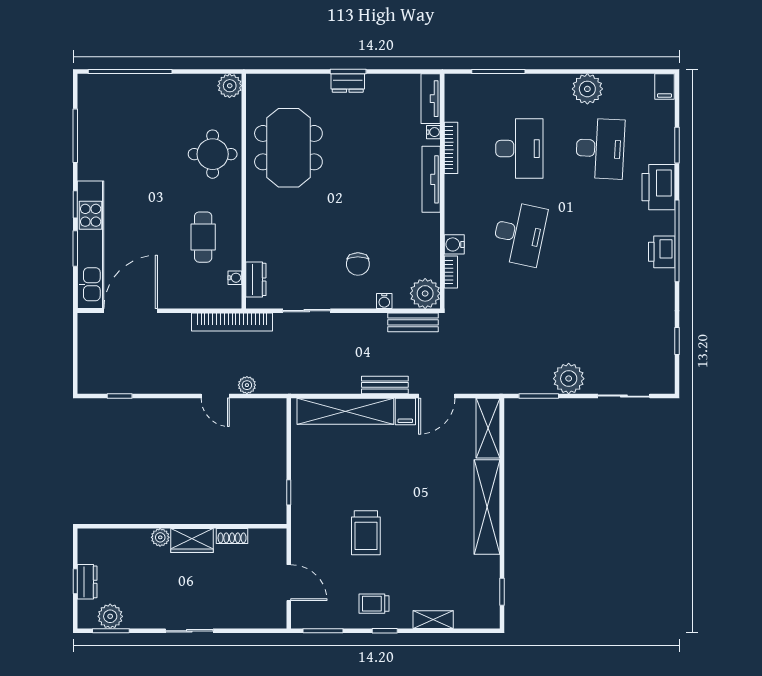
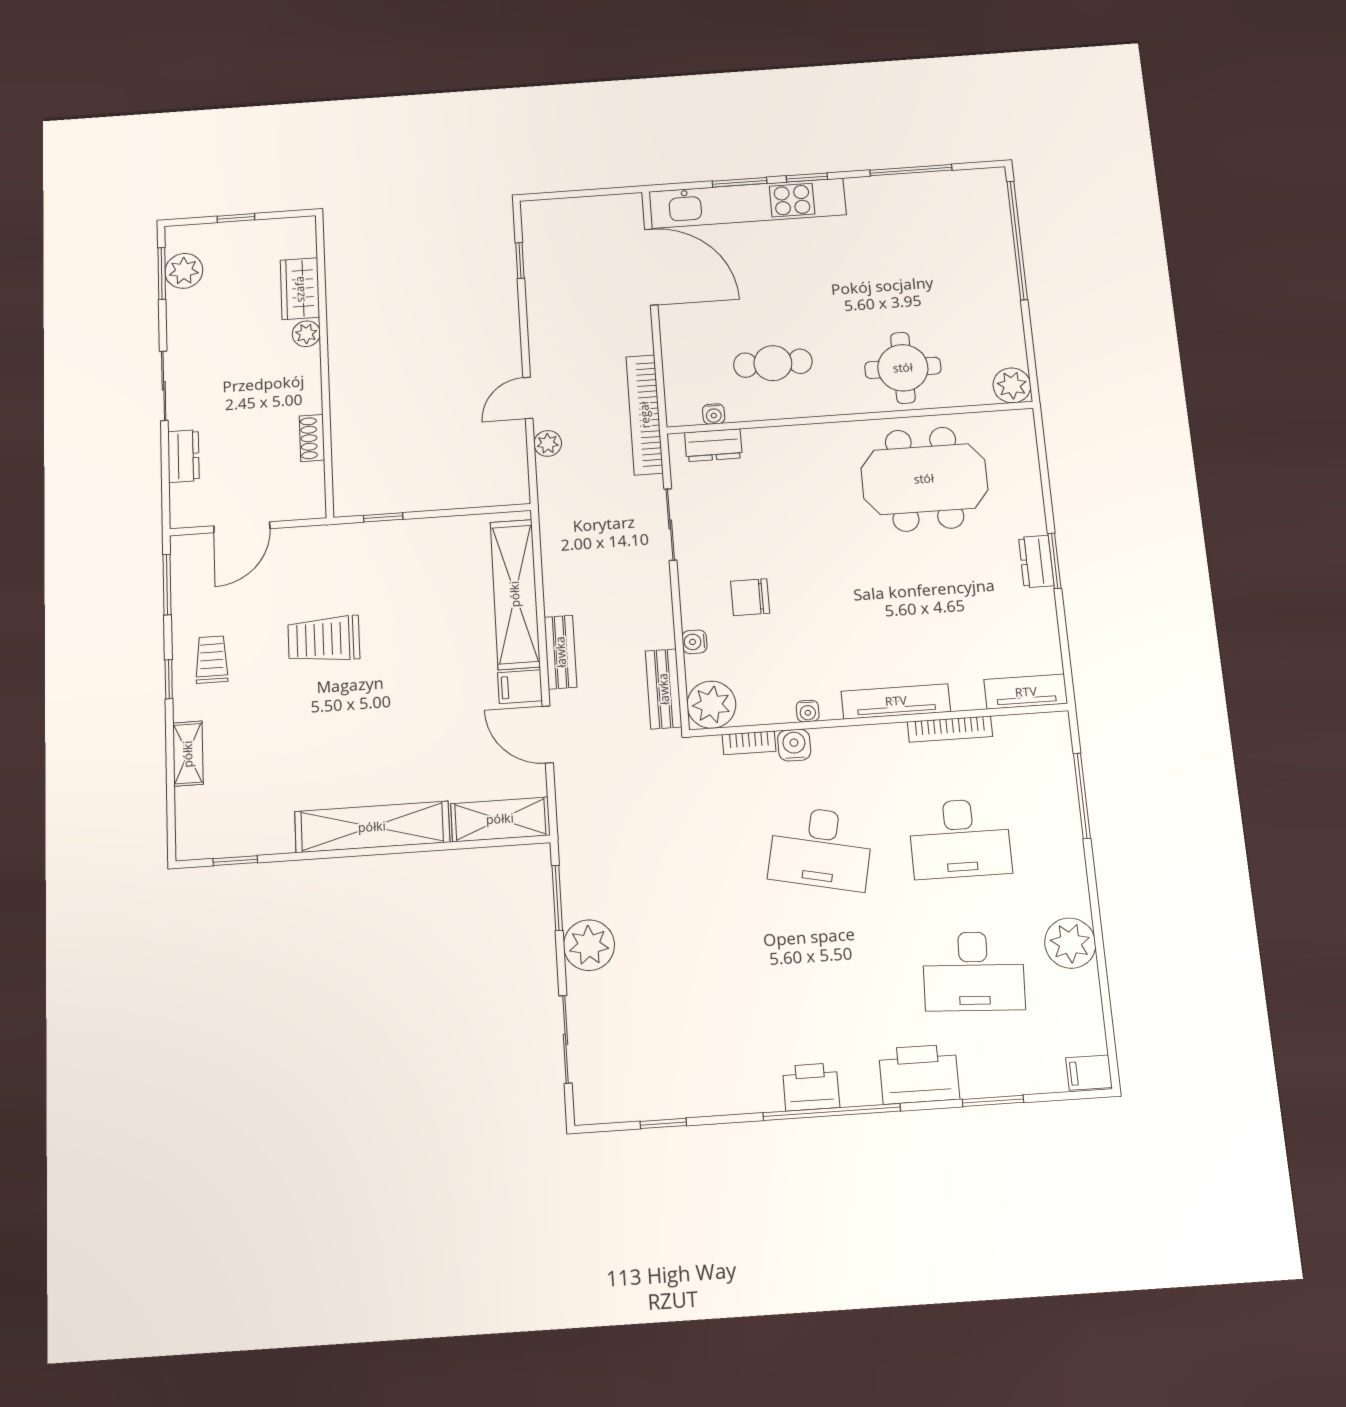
water cooler: (433, 132) -> (808, 711), moved
wardrobe: (192, 541) -> (300, 289), moved
dresser: (87, 582) -> (183, 456), moved, turned -90

